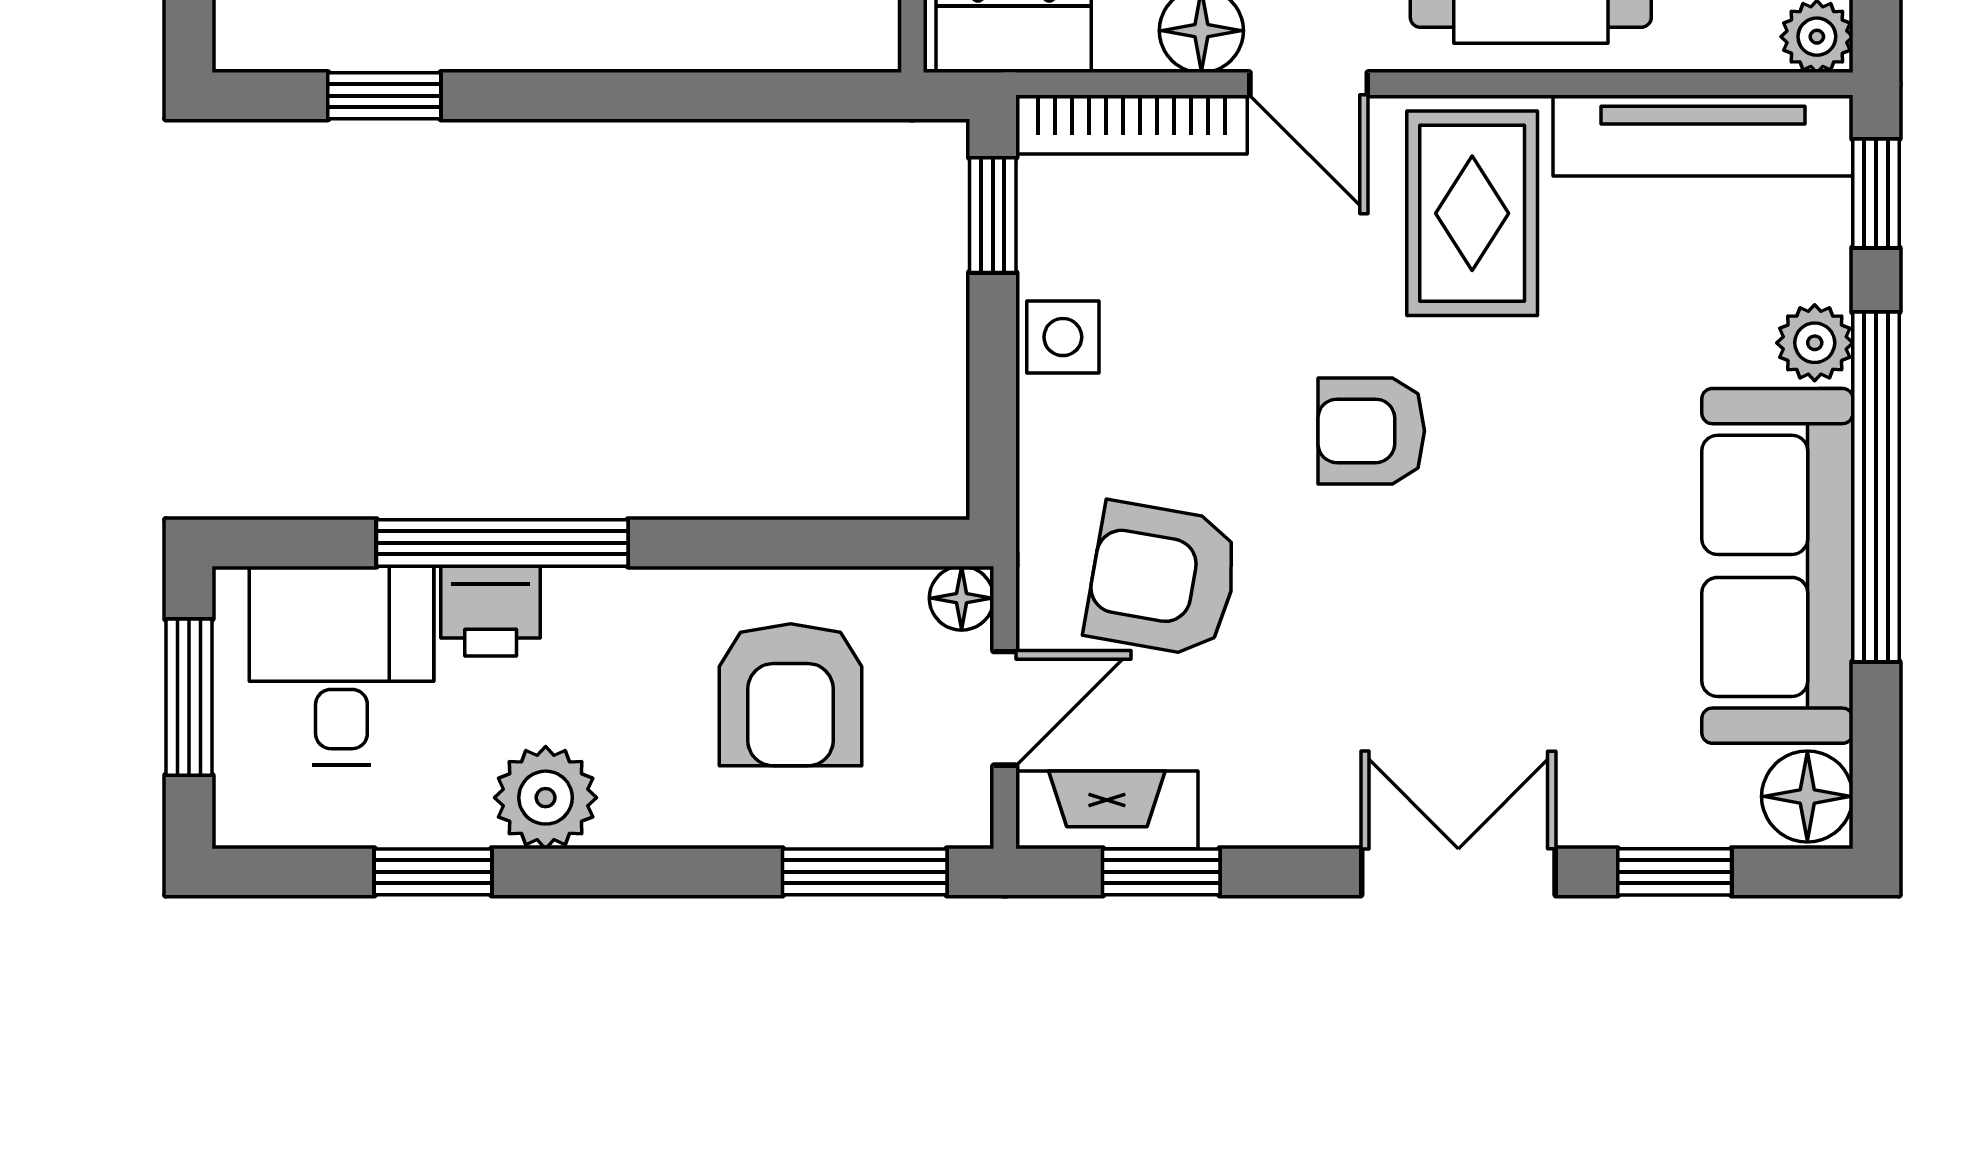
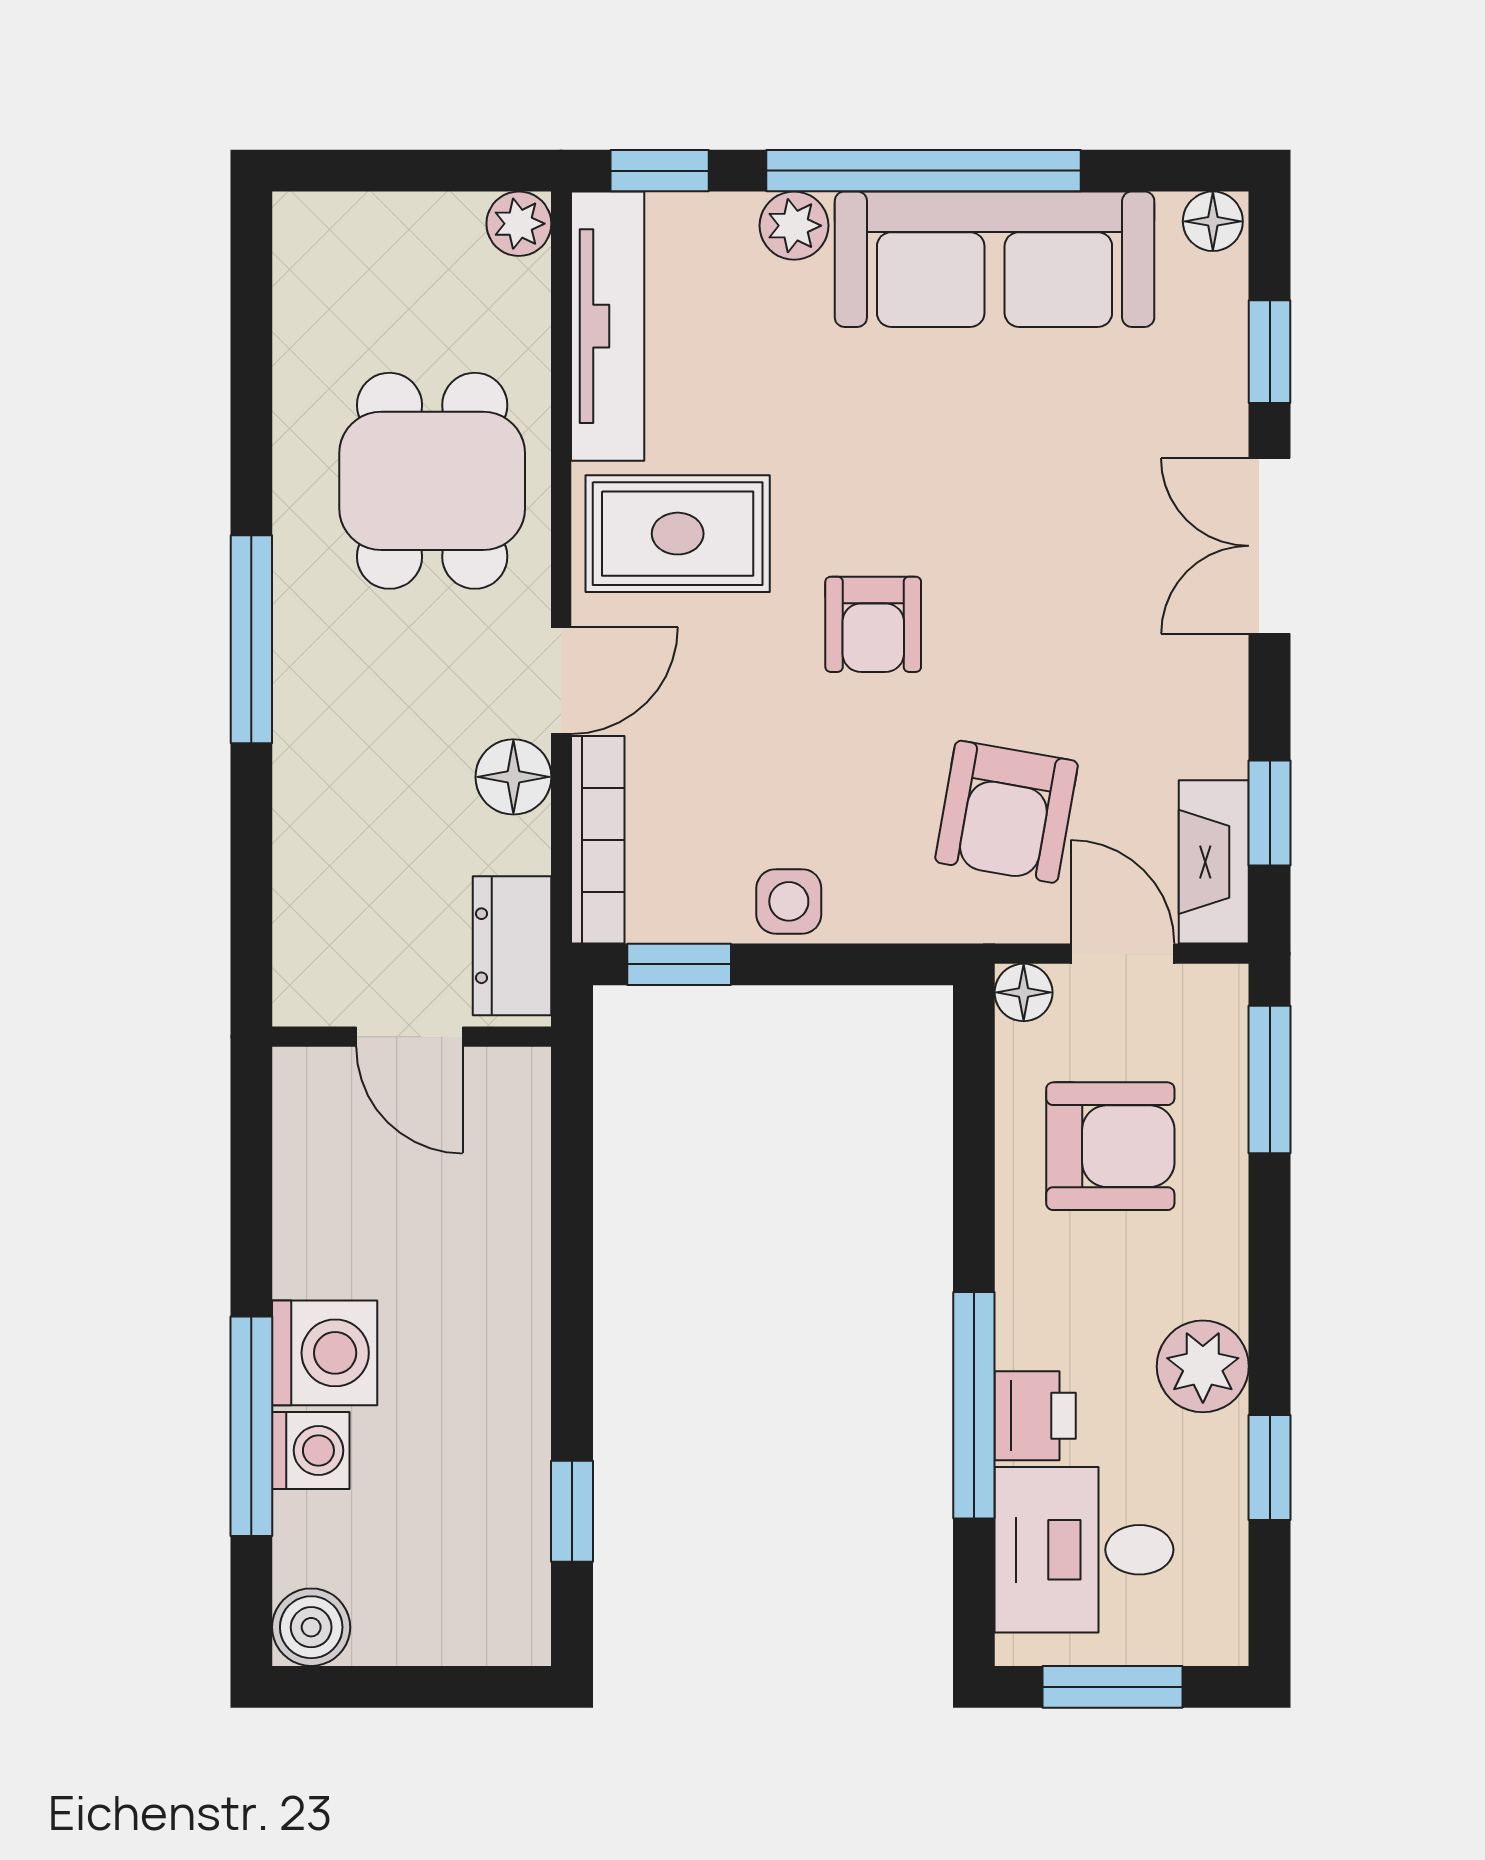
floor lamp: (1807, 796) -> (1213, 221), width x0.73, depth x0.73

